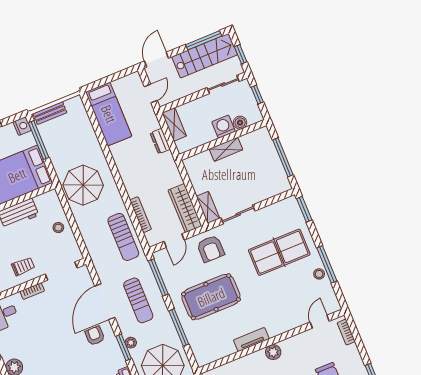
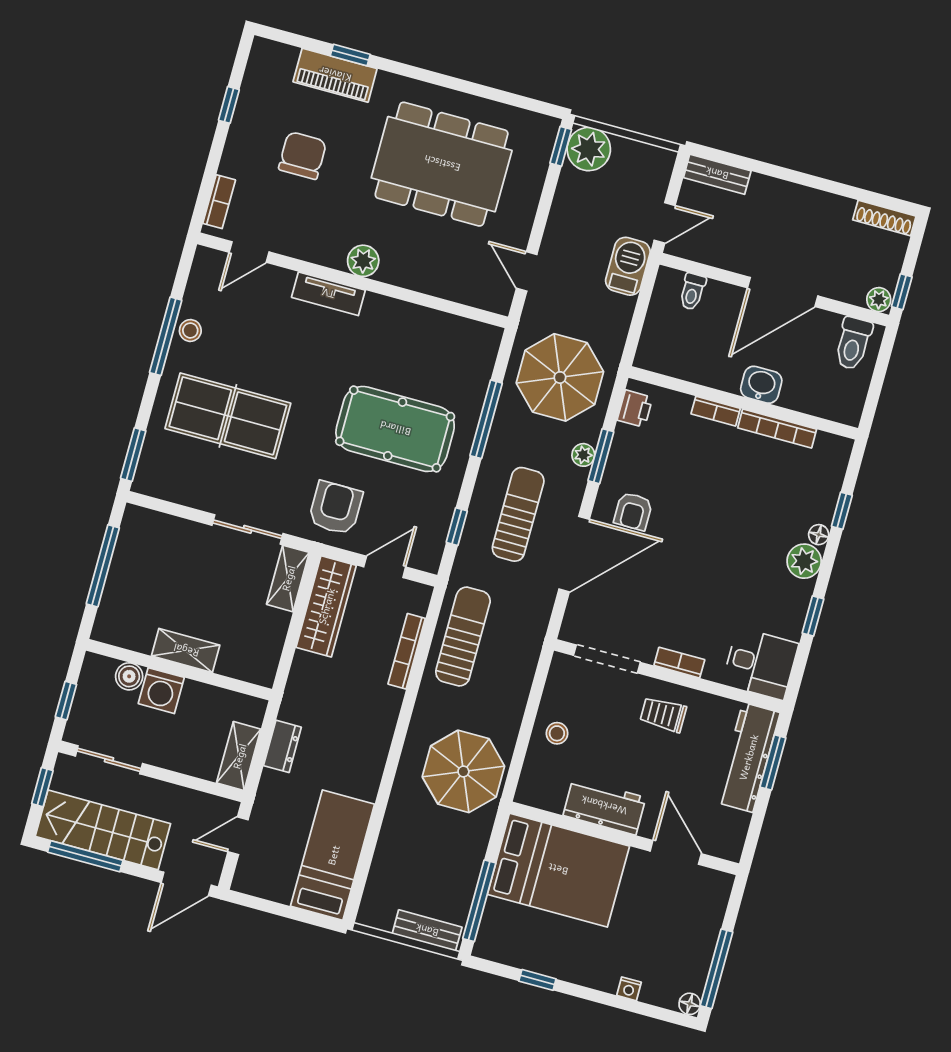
nightstand: (22, 126) -> (488, 944), removed
window: (158, 277) -> (457, 527), width x0.46
tv unit: (251, 340) -> (328, 294), moved

